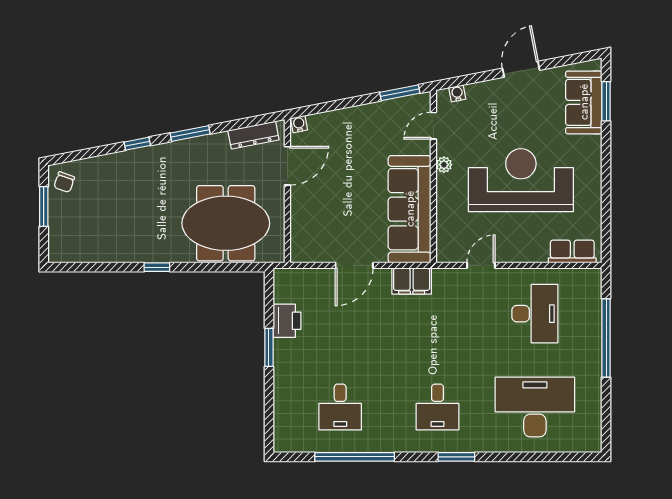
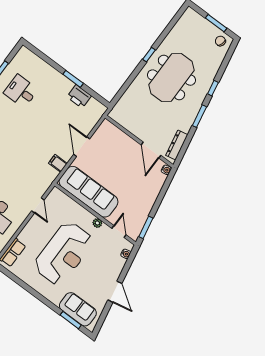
meeting table: (226, 223) -> (171, 78), moved
filing cabinet: (412, 281) -> (58, 163), width x0.50

